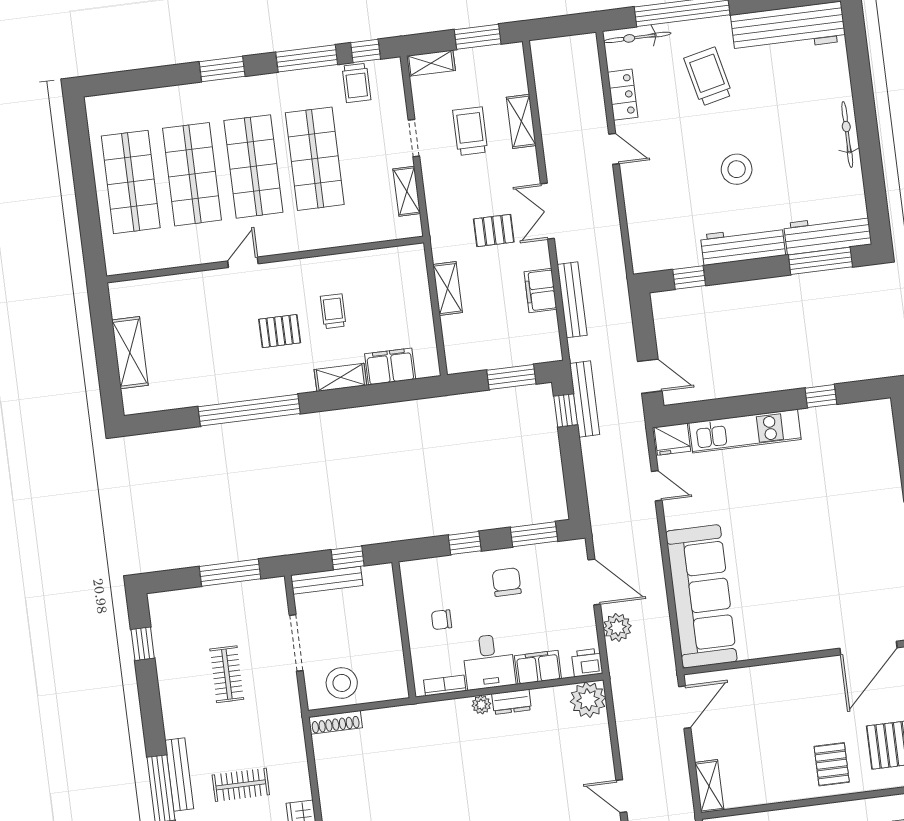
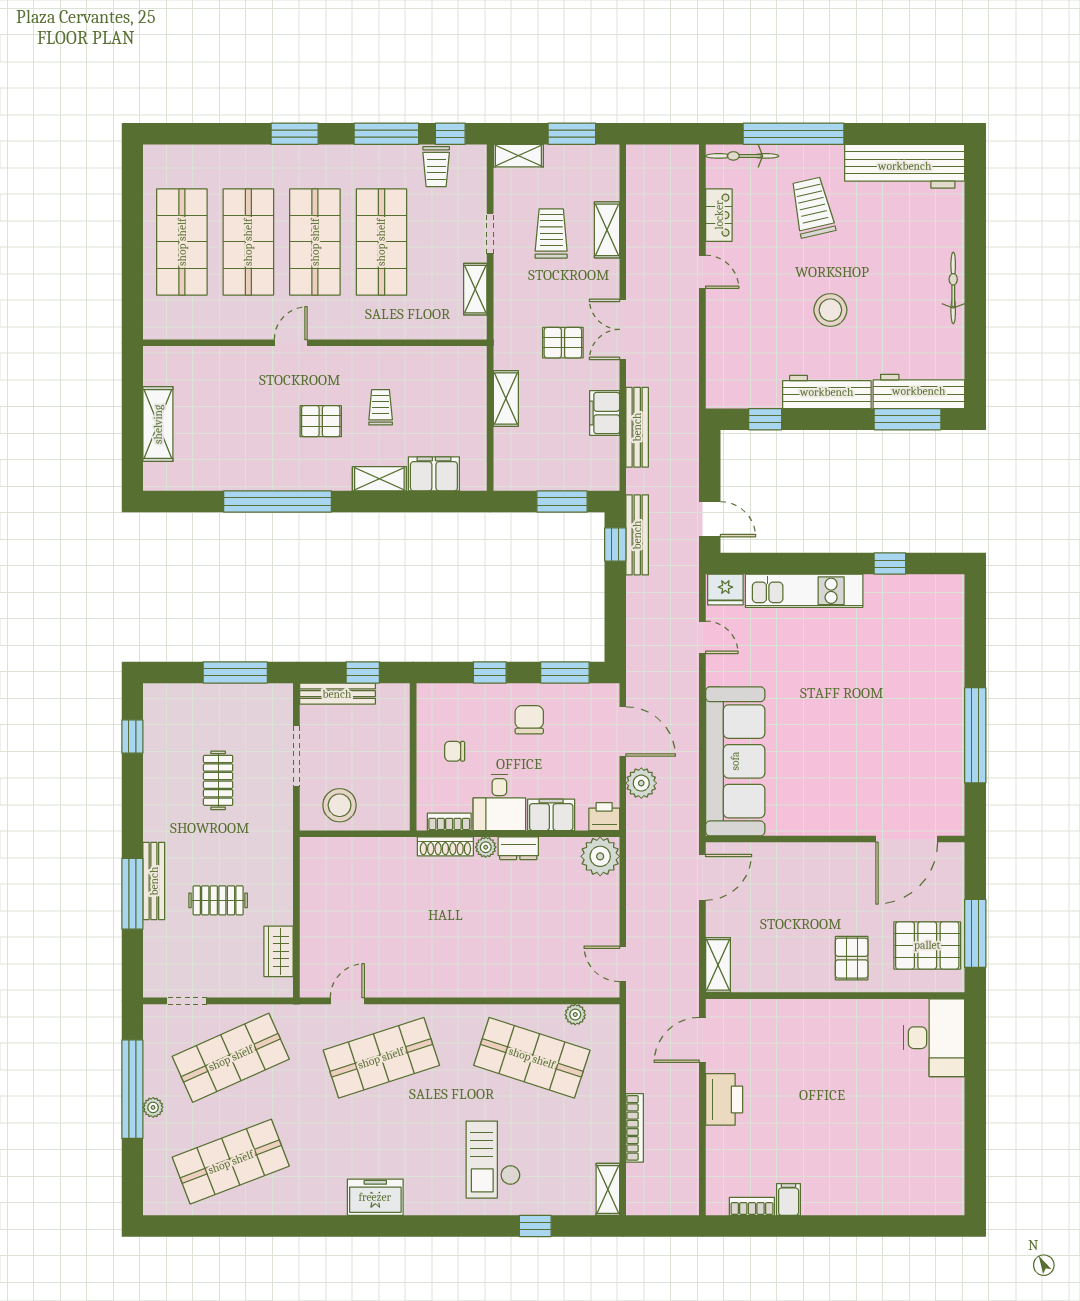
shoe rack: (335, 722) -> (445, 846), moved

